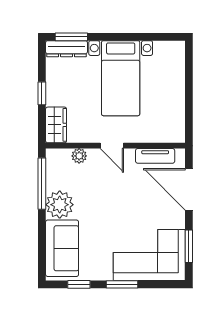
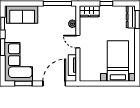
bed with nightstands: (121, 78) -> (118, 61), moved, turned 90
door: (112, 146) -> (78, 42), hinge flipped
plant: (60, 205) -> (46, 13), removed

